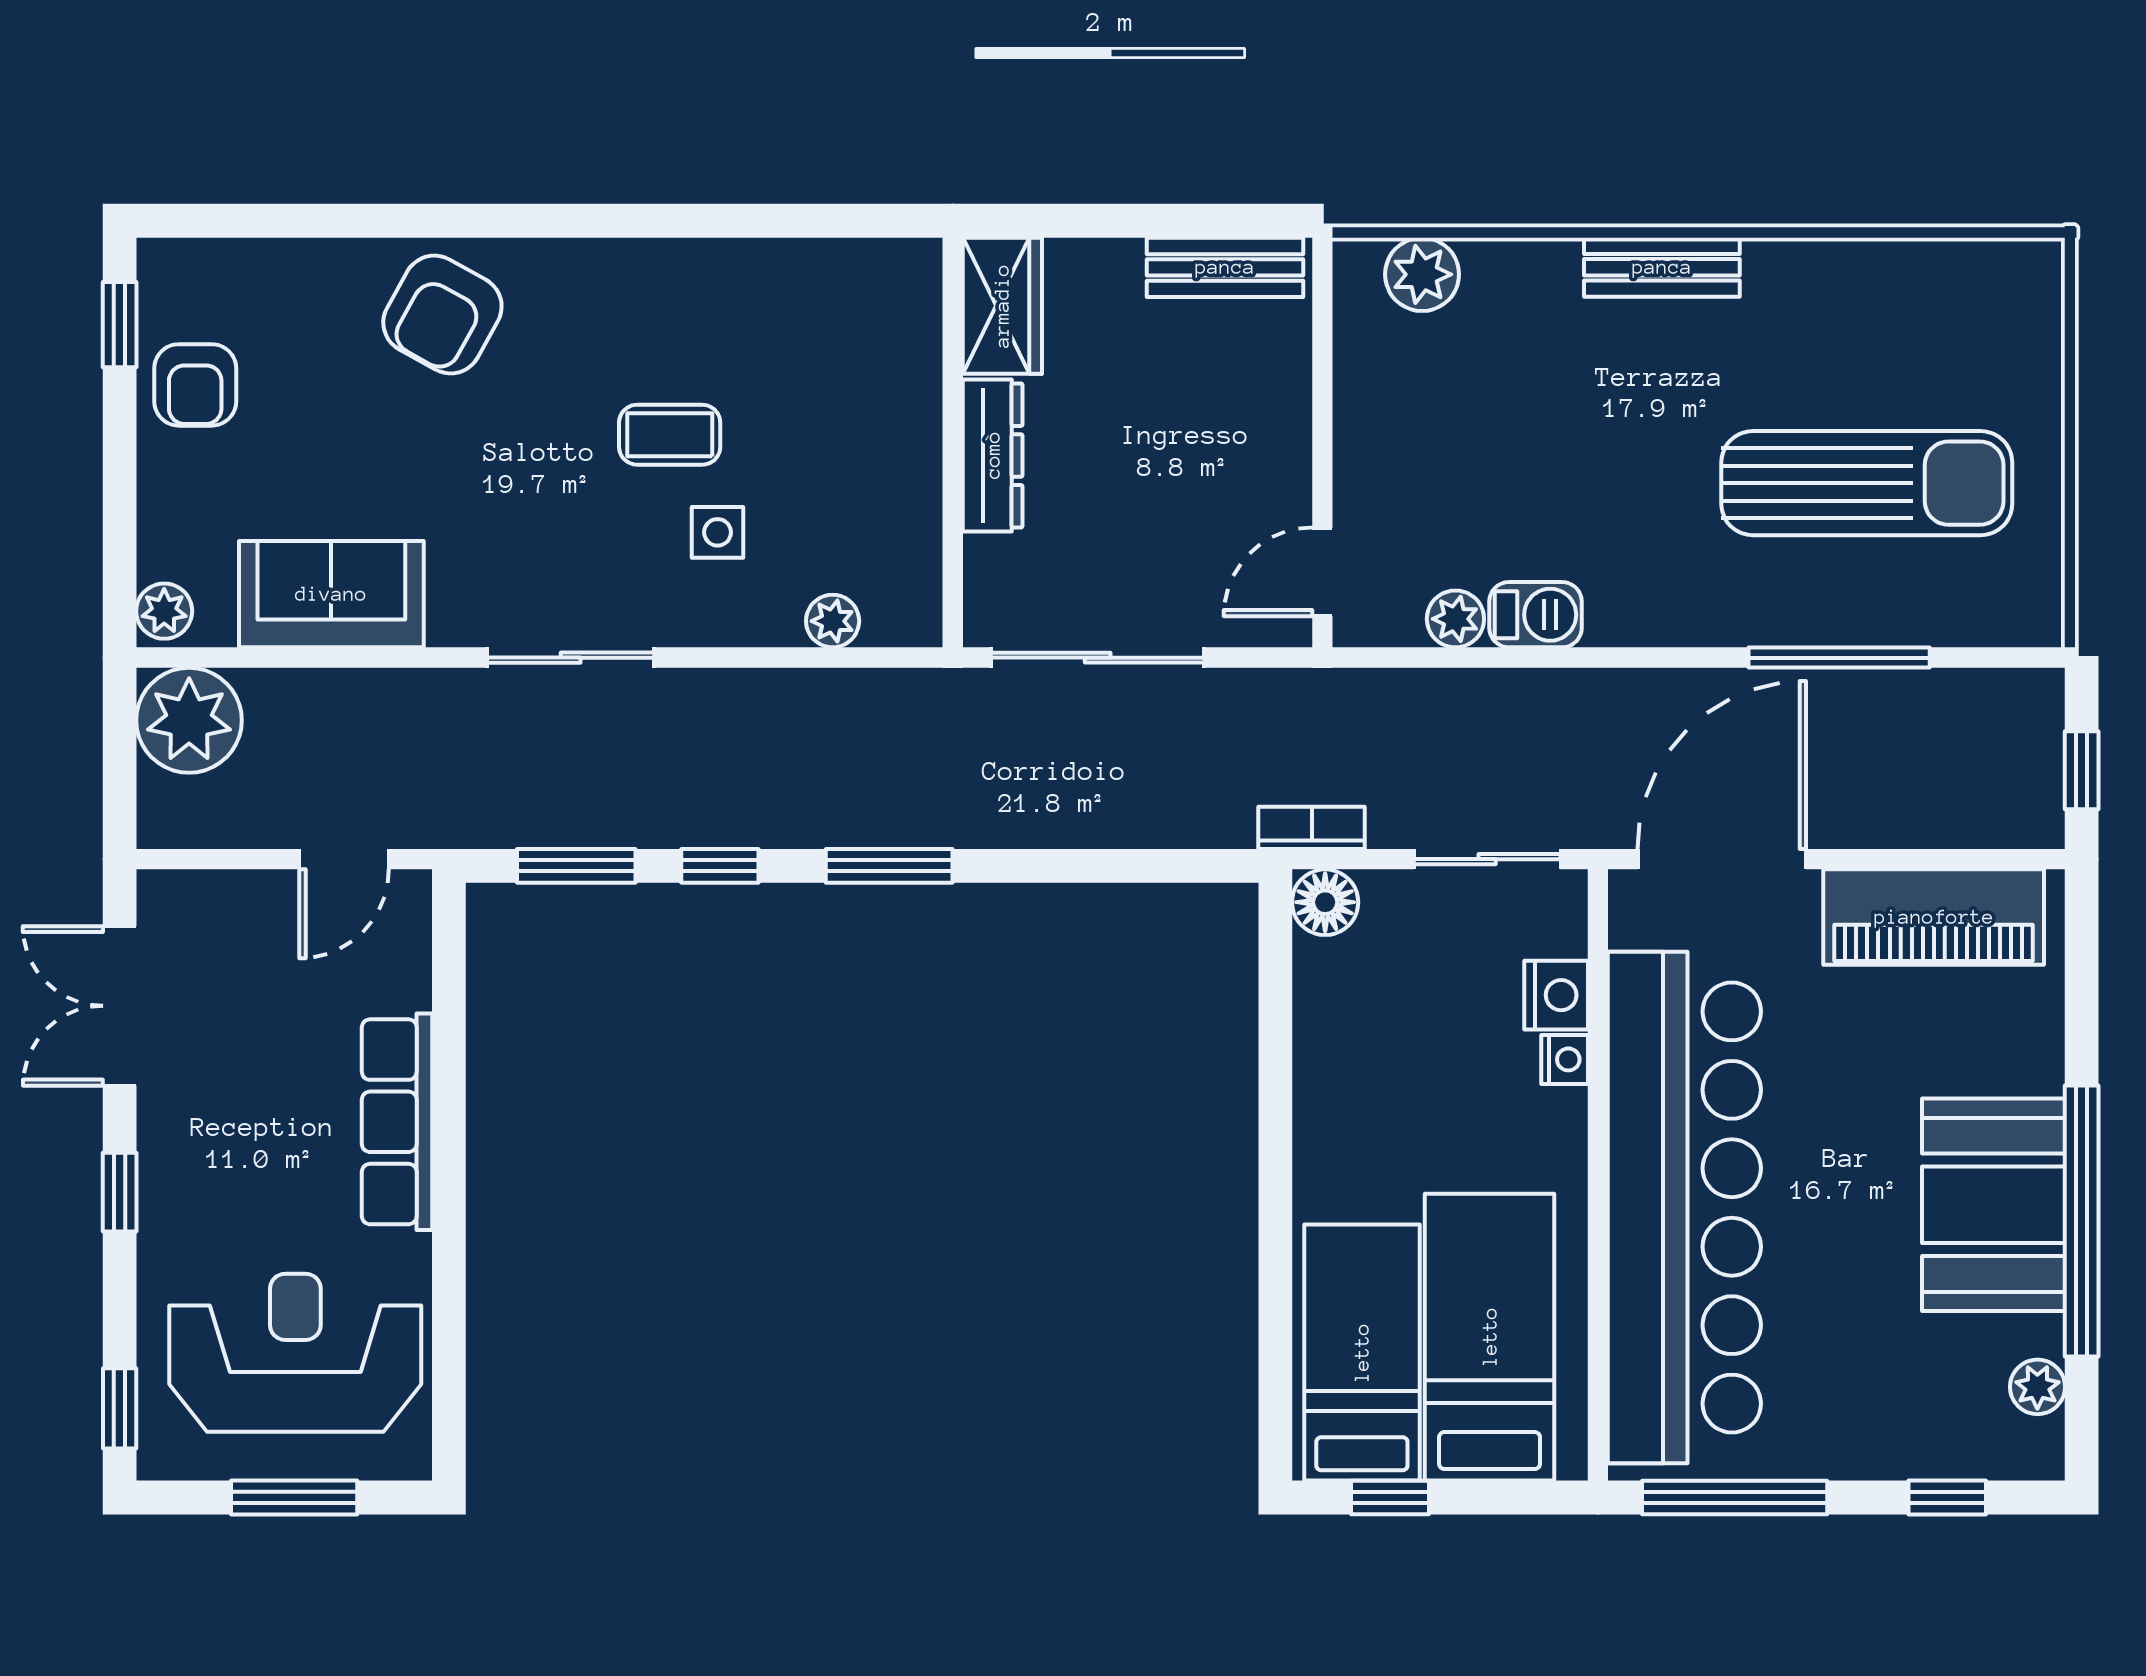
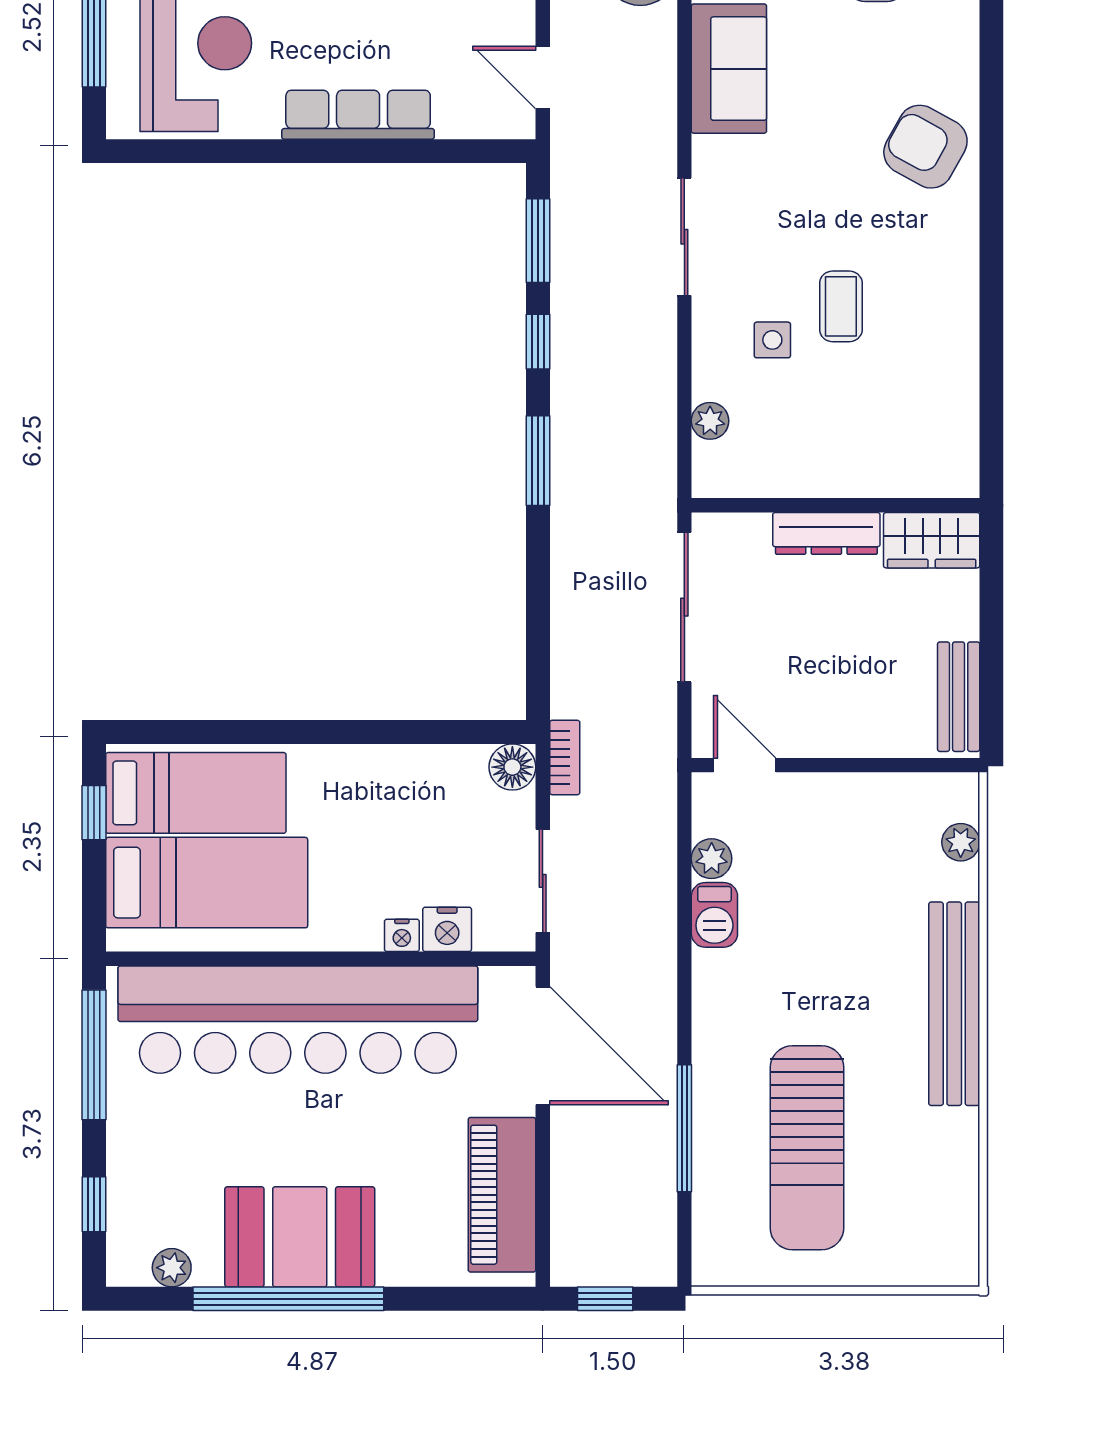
bench: (1662, 267) -> (954, 1004), width x1.86, depth x1.21
plant: (1422, 274) -> (961, 842), width x0.73, depth x0.73

